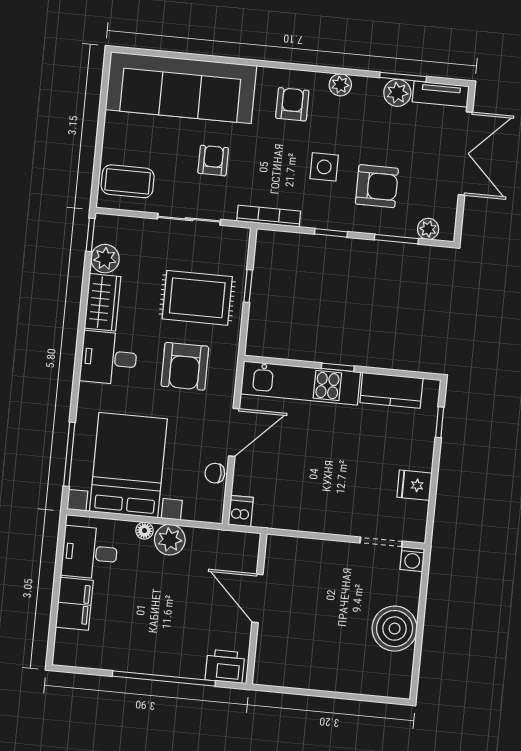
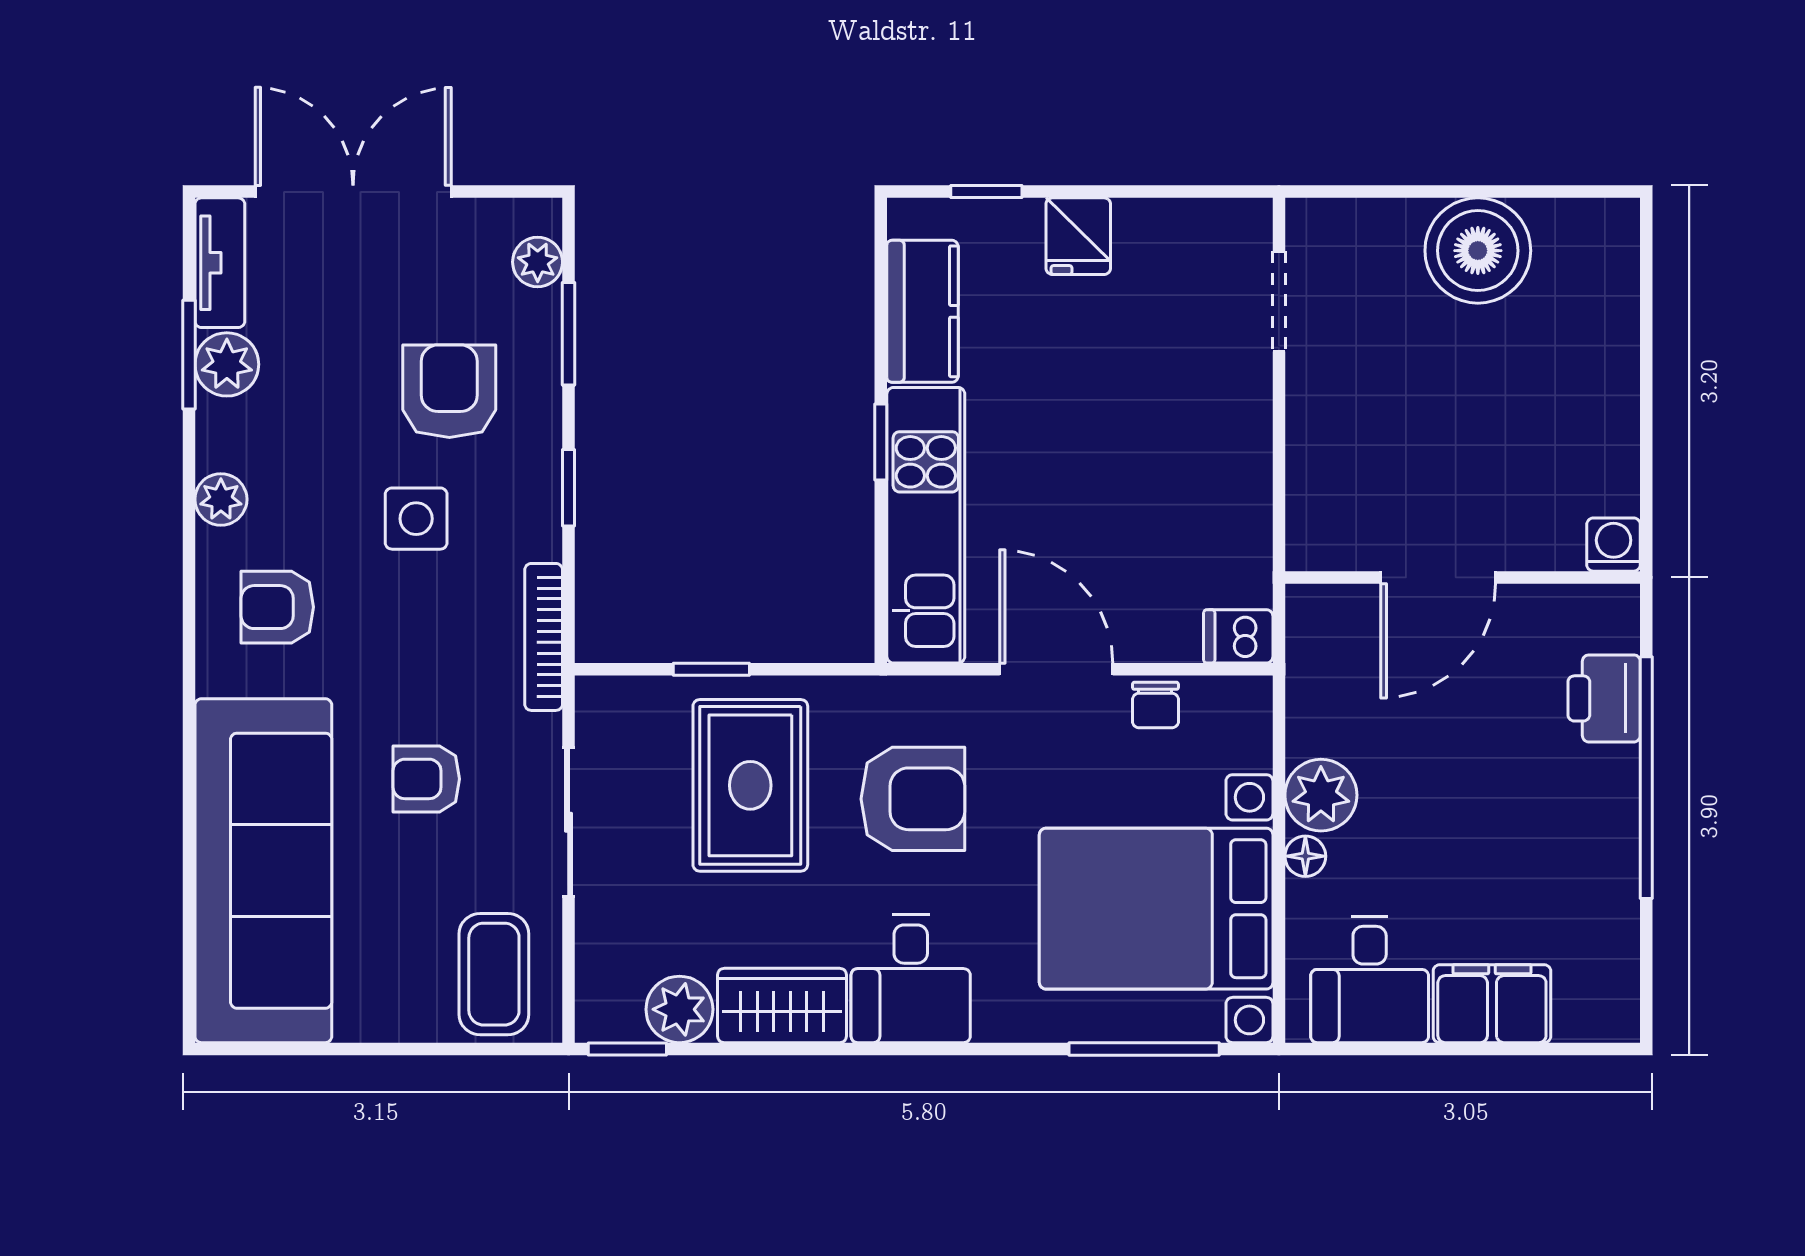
fridge: (415, 485) -> (1078, 236), moved
washing machine: (412, 559) -> (1614, 545), moved, turned -90
printer: (225, 666) -> (1604, 698), moved

